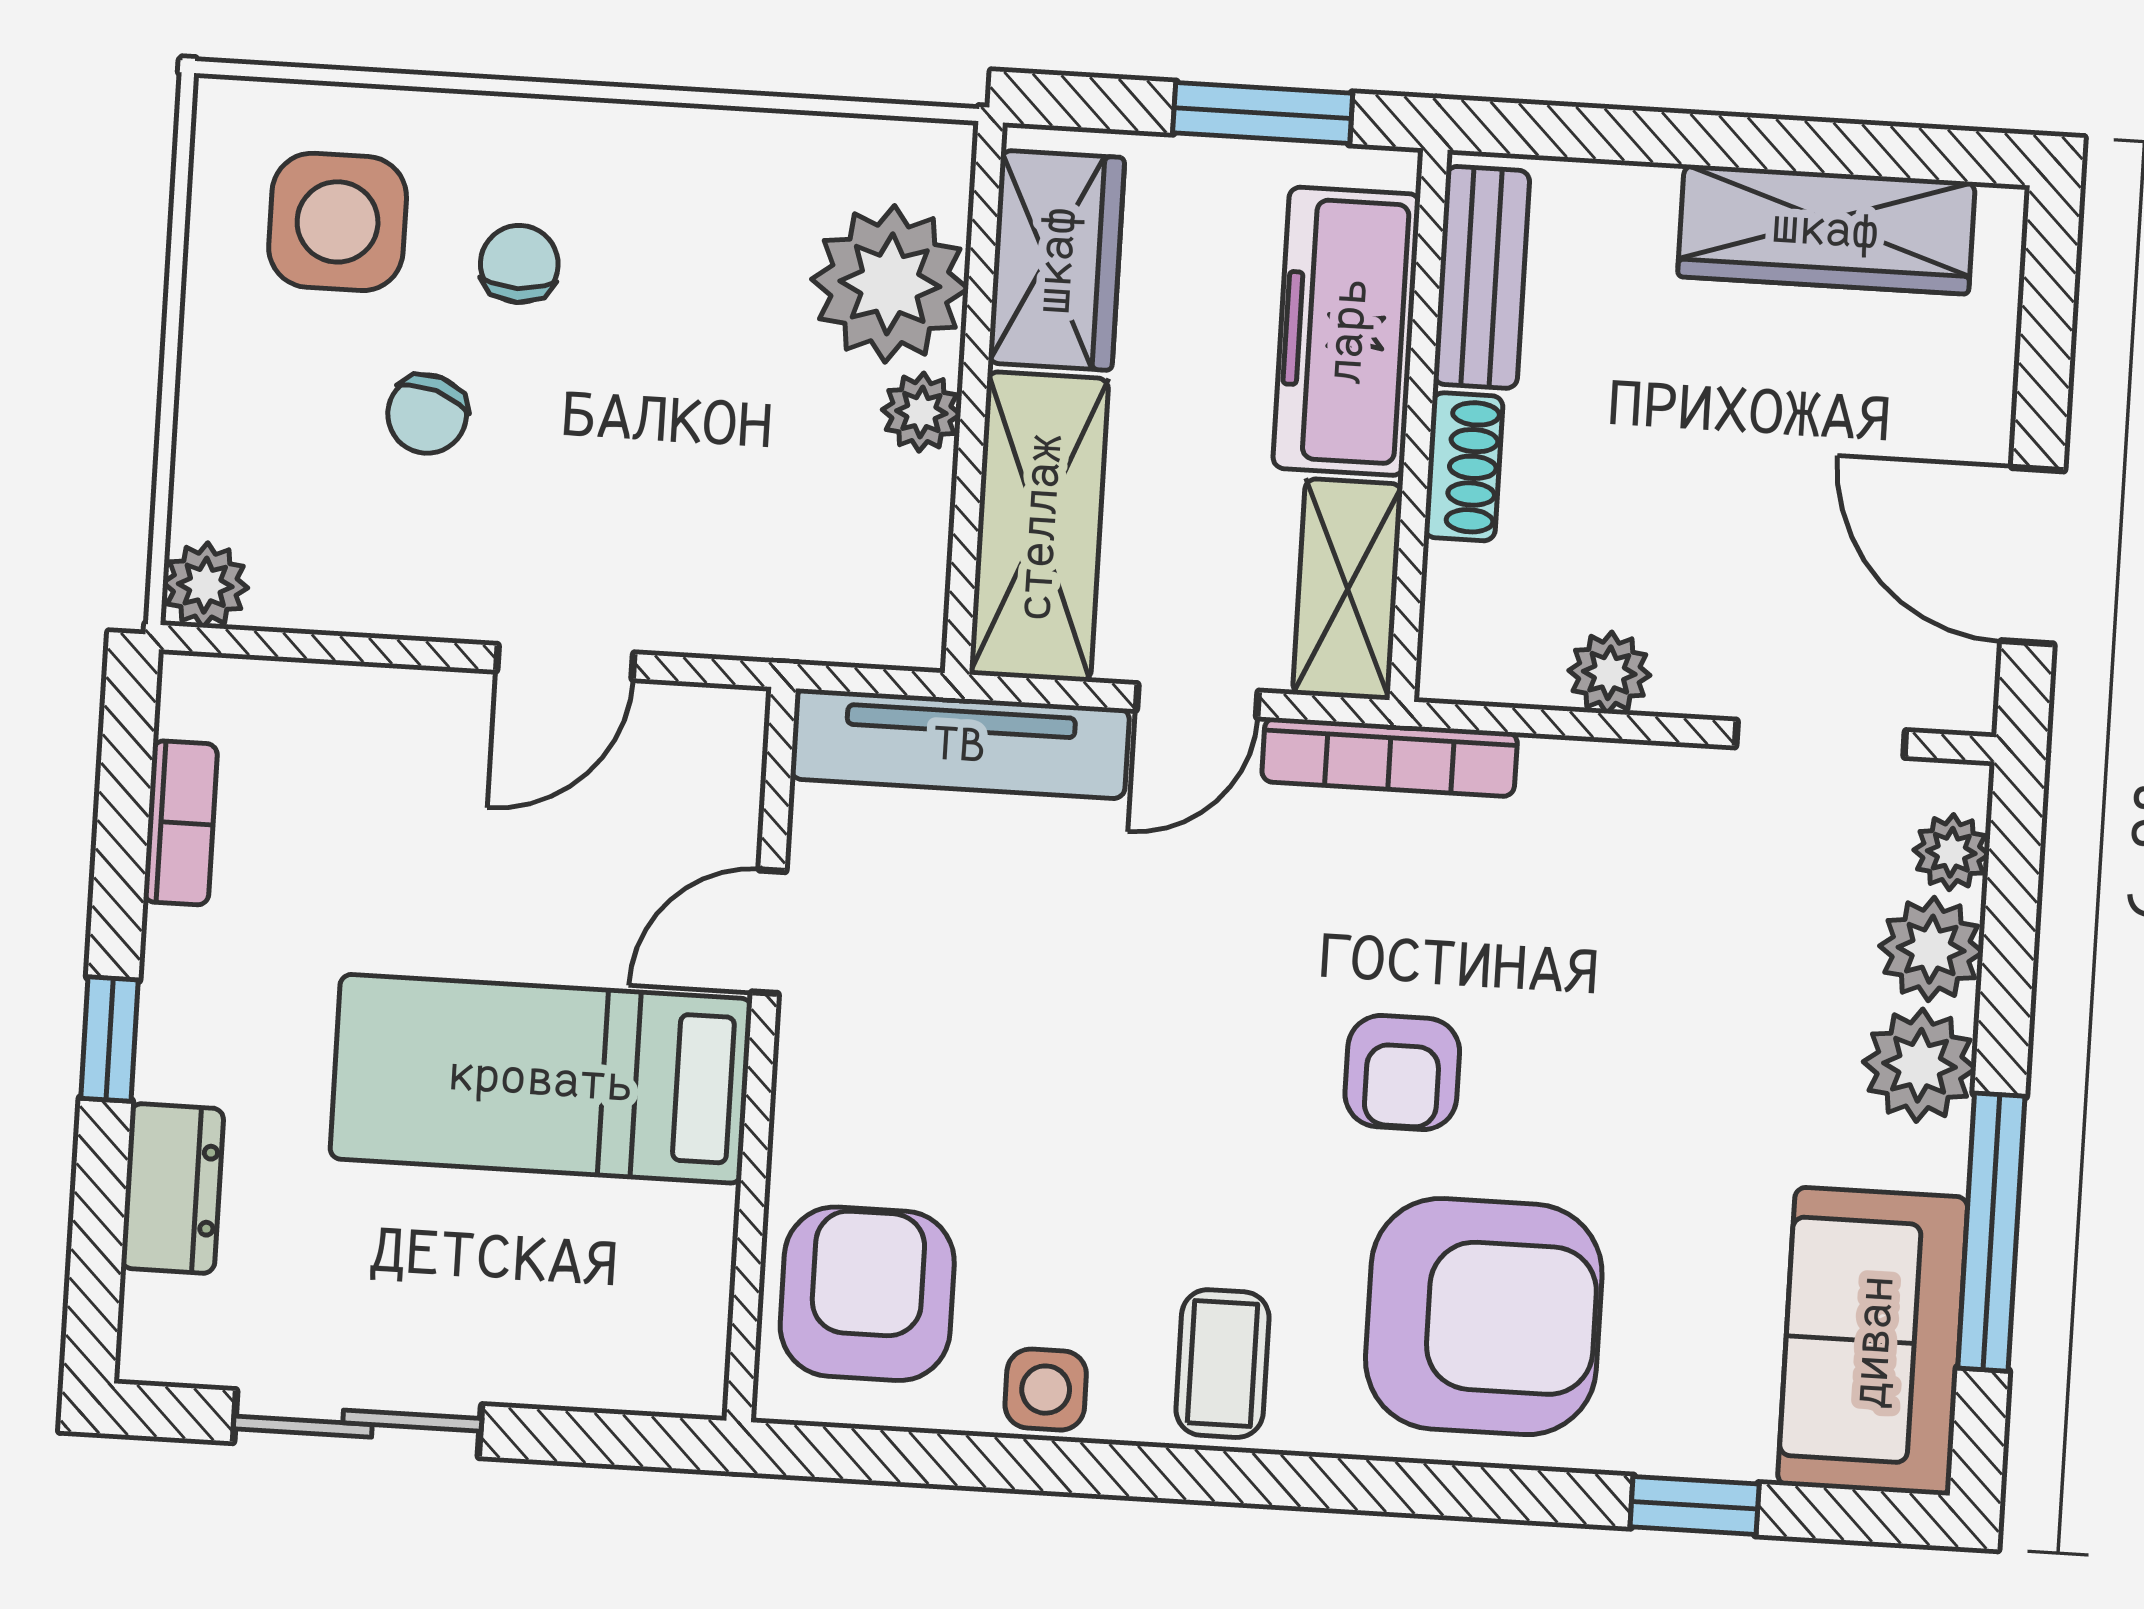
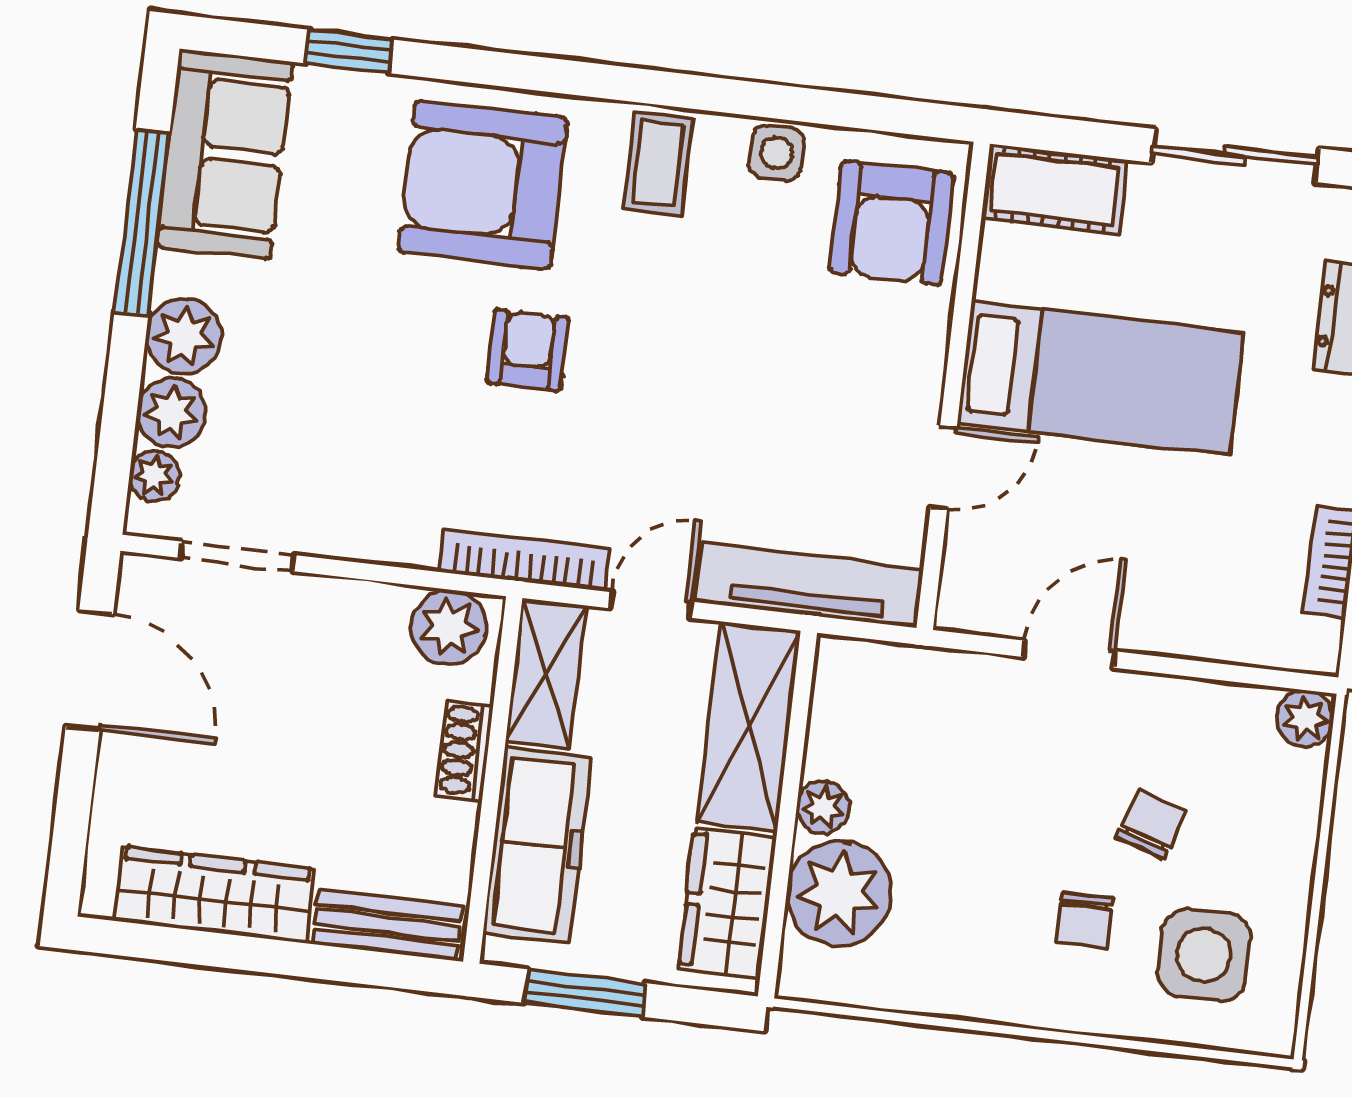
bench: (1482, 277) -> (387, 925), moved, turned 90
plant: (1609, 673) -> (449, 627), moved, width x1.38, depth x1.38
cot: (626, 1358) -> (1054, 189), added

